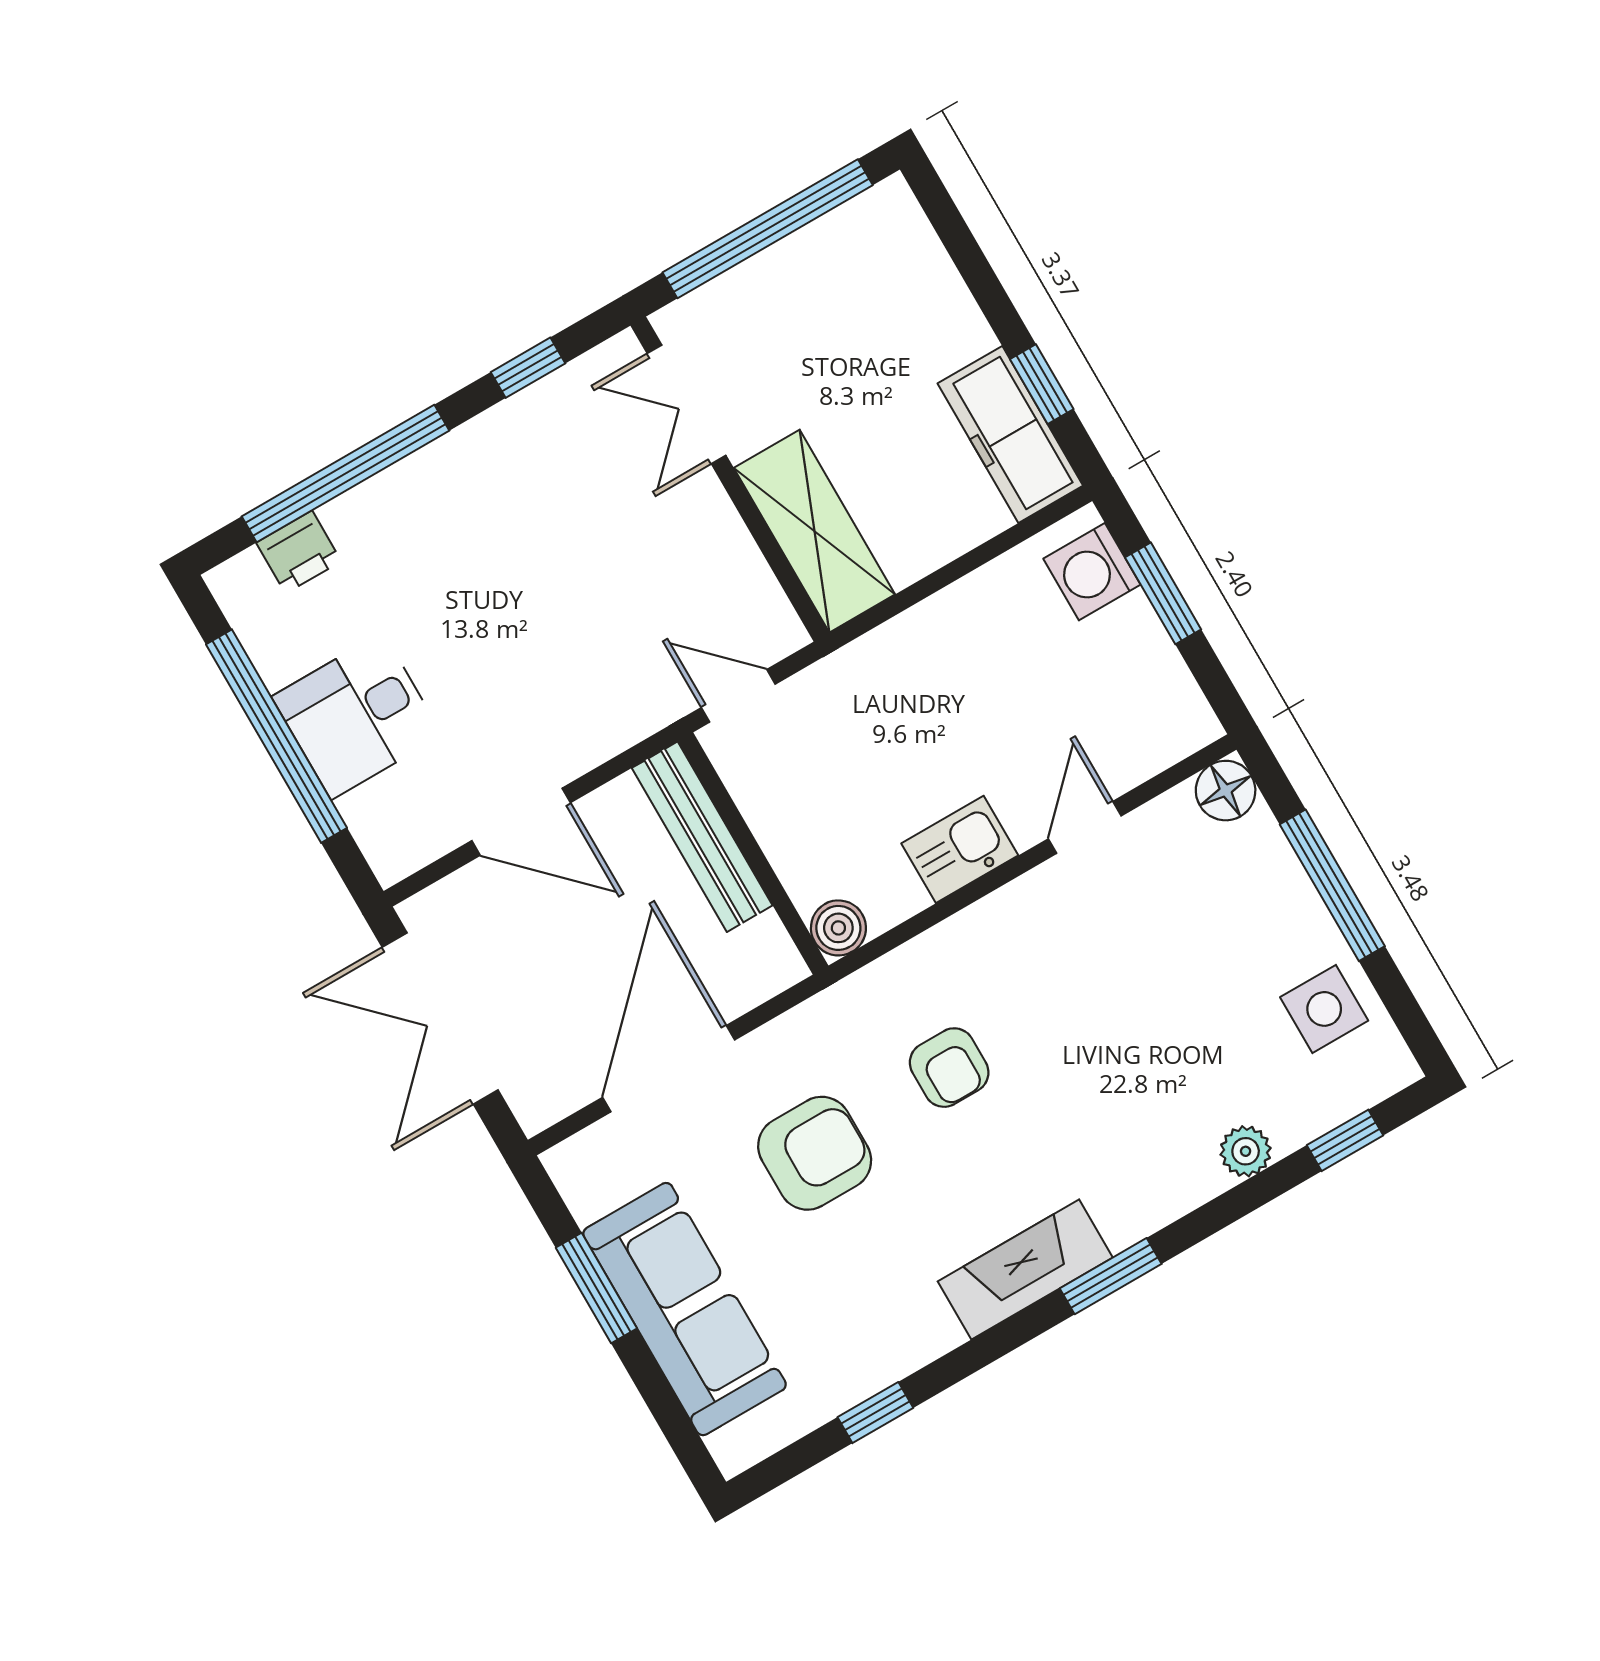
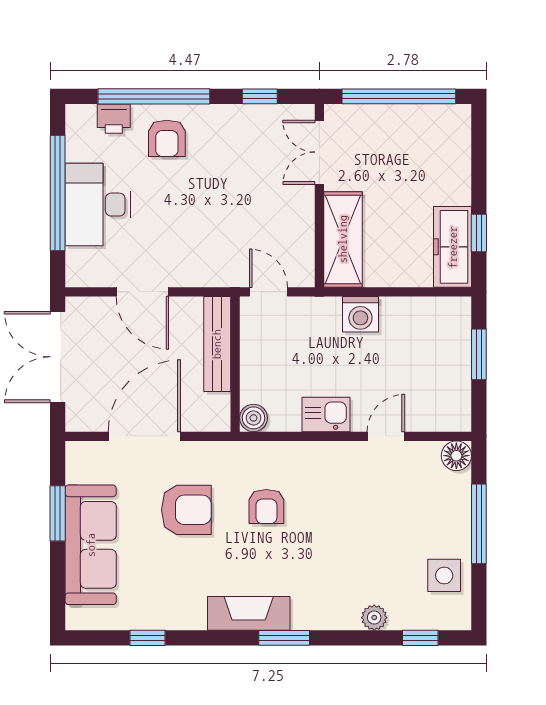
armchair: (410, 533) -> (167, 138), added
washing machine: (1092, 572) -> (360, 314), moved, turned -90
desk: (357, 716) -> (98, 205), width x1.37

